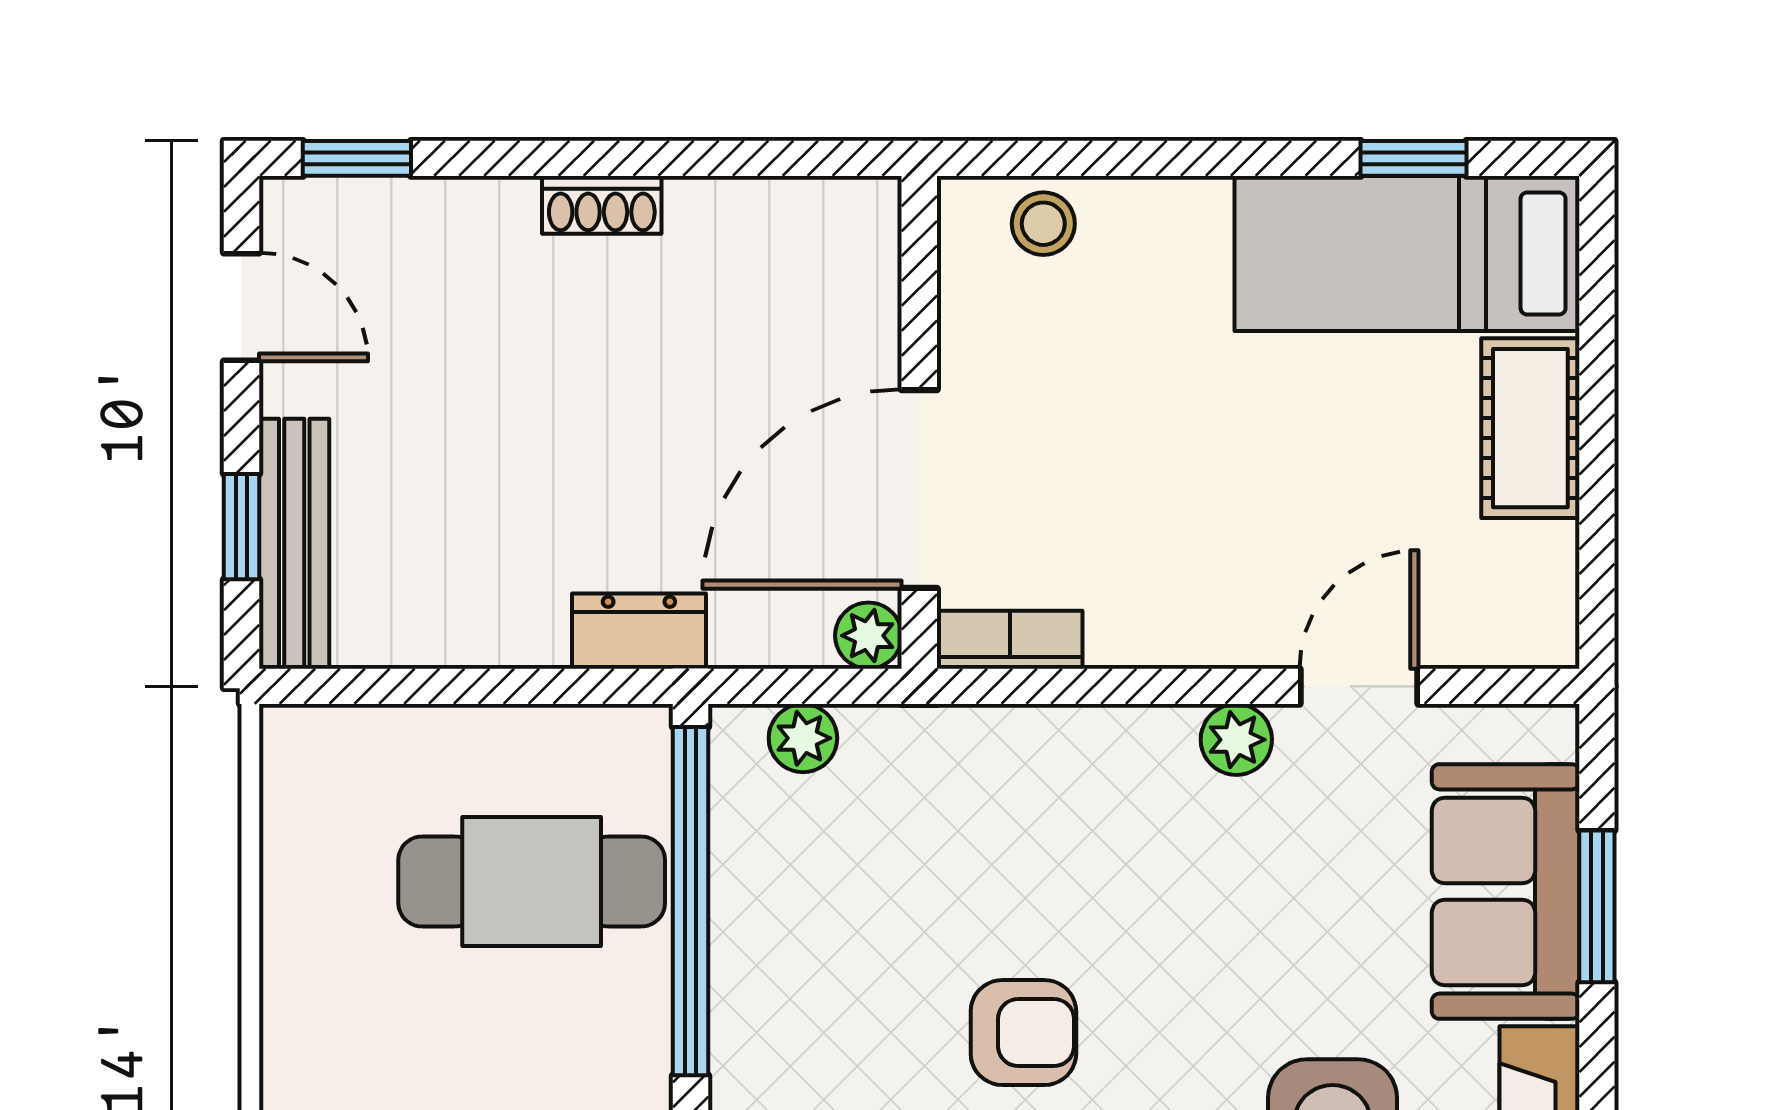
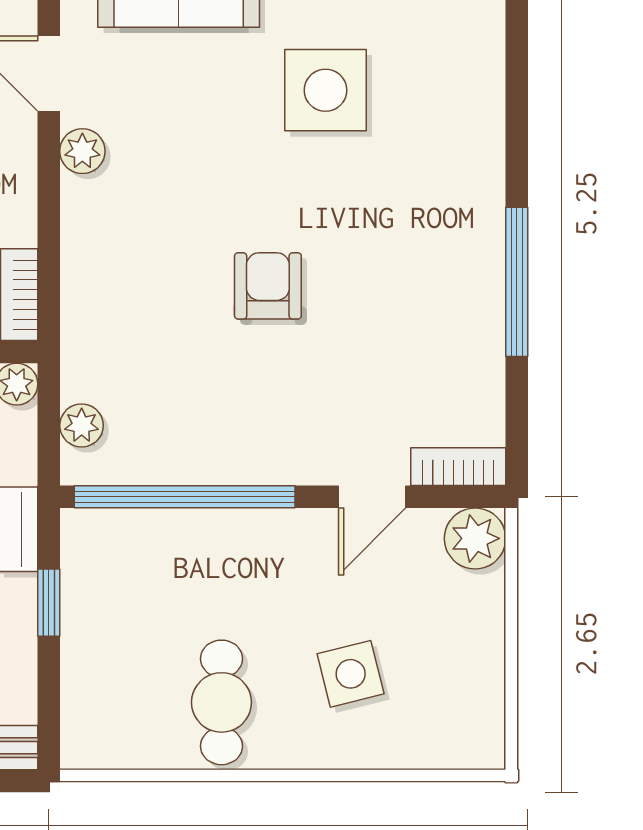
window: (523, 686) -> (49, 603), added
cafe table: (532, 882) -> (221, 702), moved, width x0.73, depth x0.74

